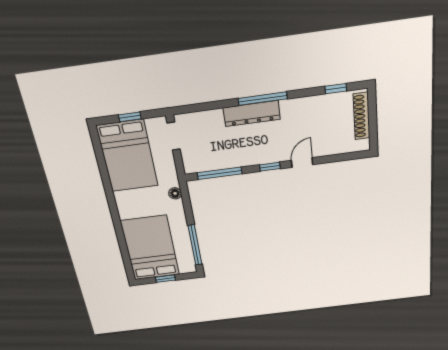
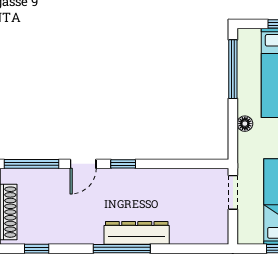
doorway: (174, 136) -> (233, 192), moved
window: (220, 173) -> (31, 164), moved
floor lamp: (175, 193) -> (245, 124), moved

